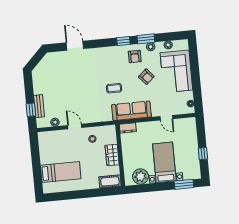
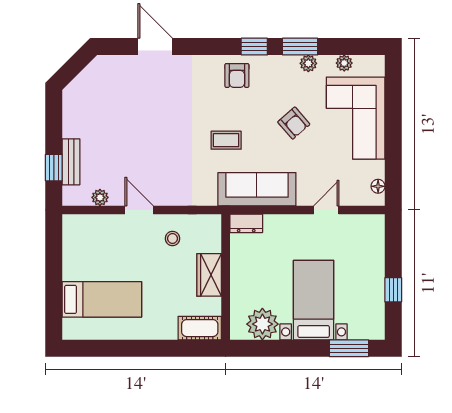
armchair: (135, 57) -> (237, 76), moved
door: (166, 118) -> (326, 210), swing flipped

